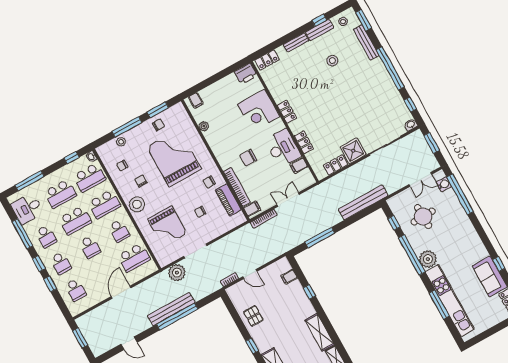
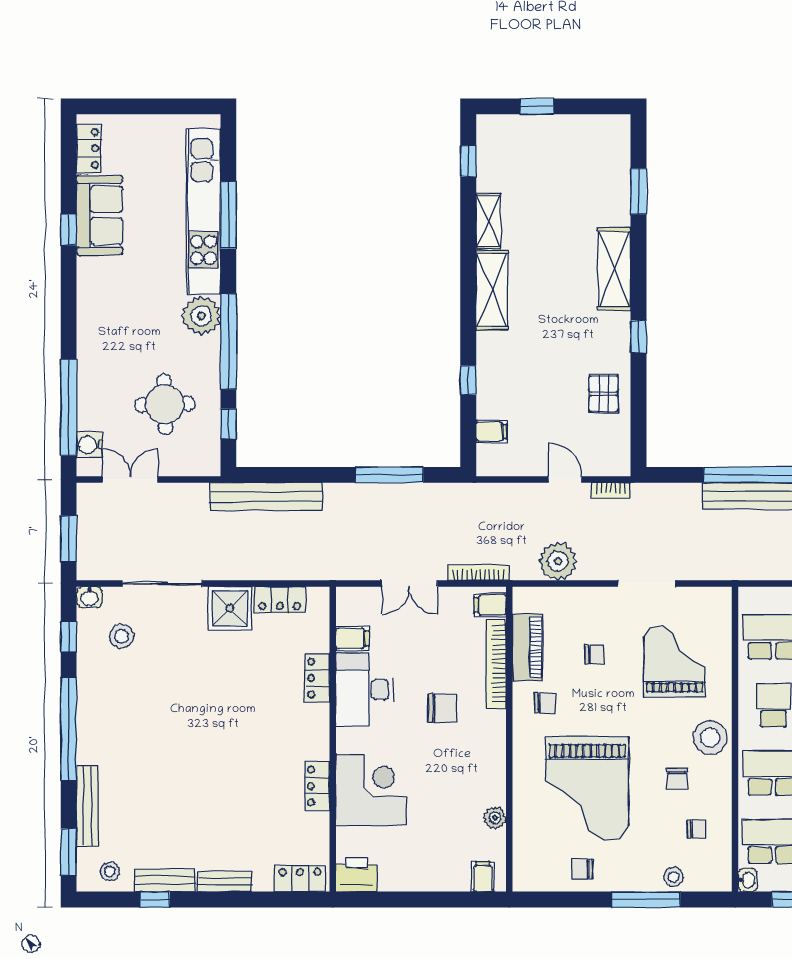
stool: (332, 61) -> (121, 636), moved
window: (158, 110) -> (567, 900), removed
locker: (287, 112) -> (317, 786), moved
plant: (177, 273) -> (558, 561), moved

